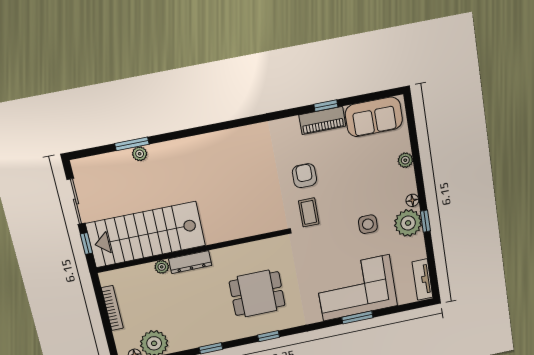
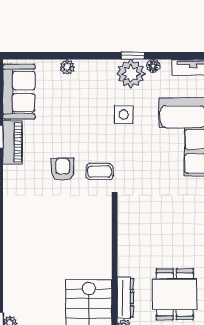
armchair: (304, 176) -> (62, 169), turned 90
floor lamp: (412, 200) -> (153, 66), moved
dining table: (257, 294) -> (175, 294), moved

